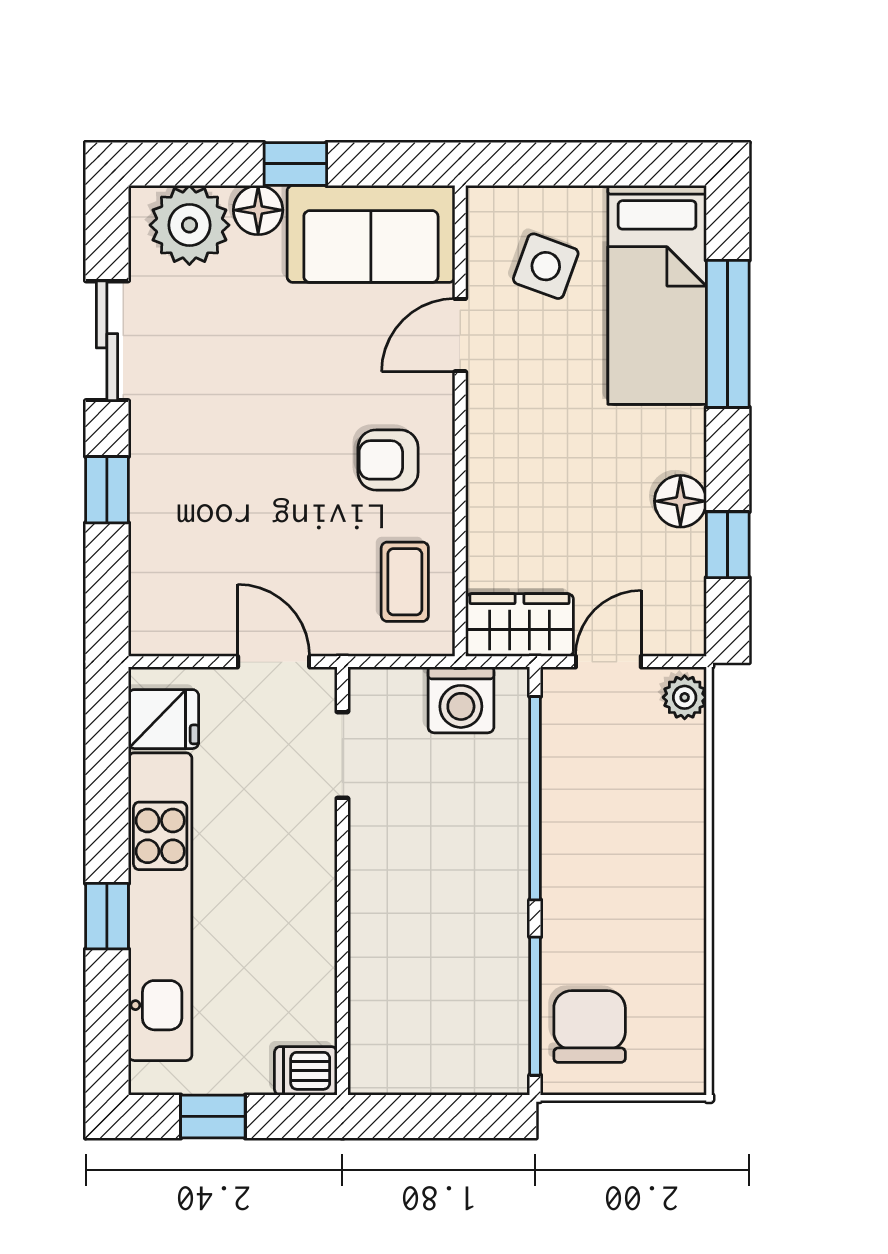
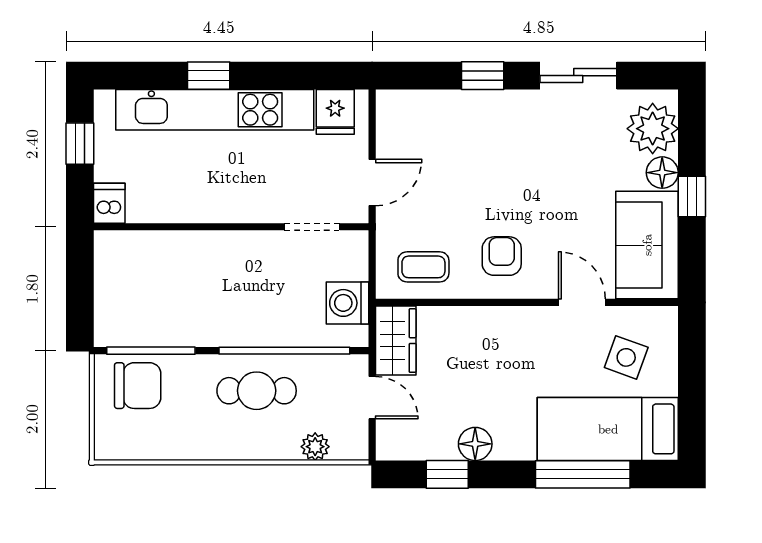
plant: (685, 697) -> (315, 447), moved
cafe table: (598, 841) -> (257, 391), added

